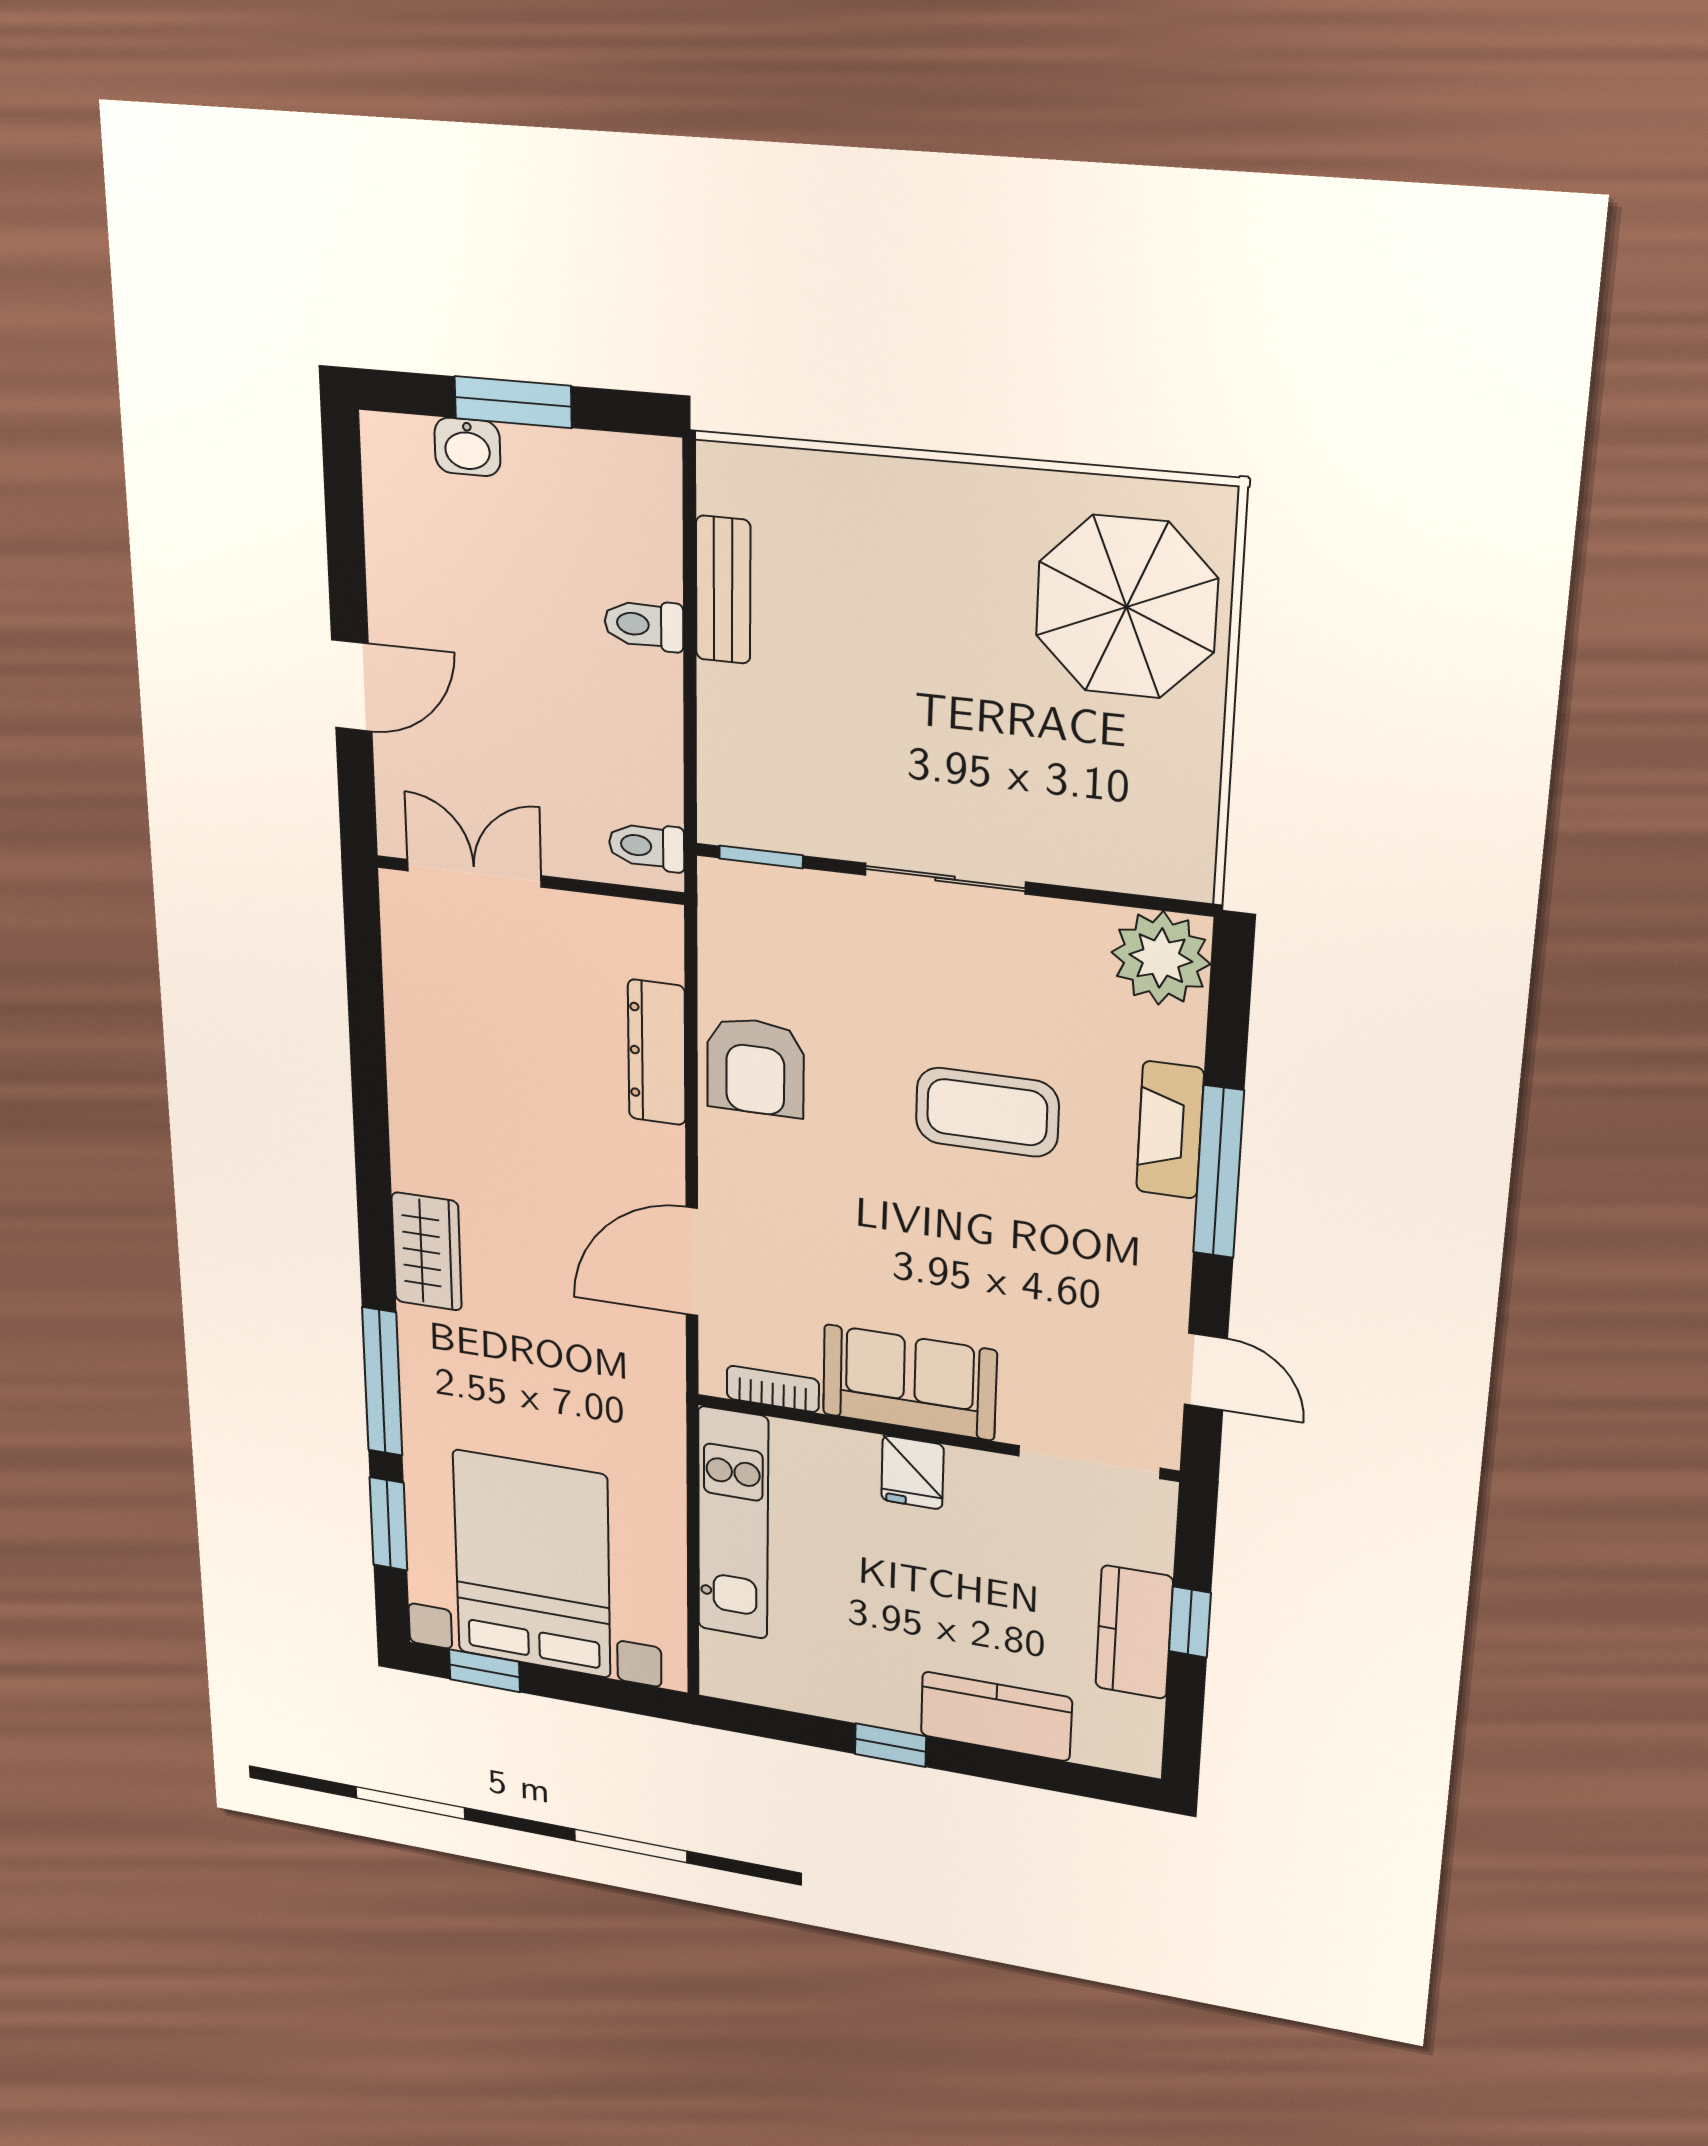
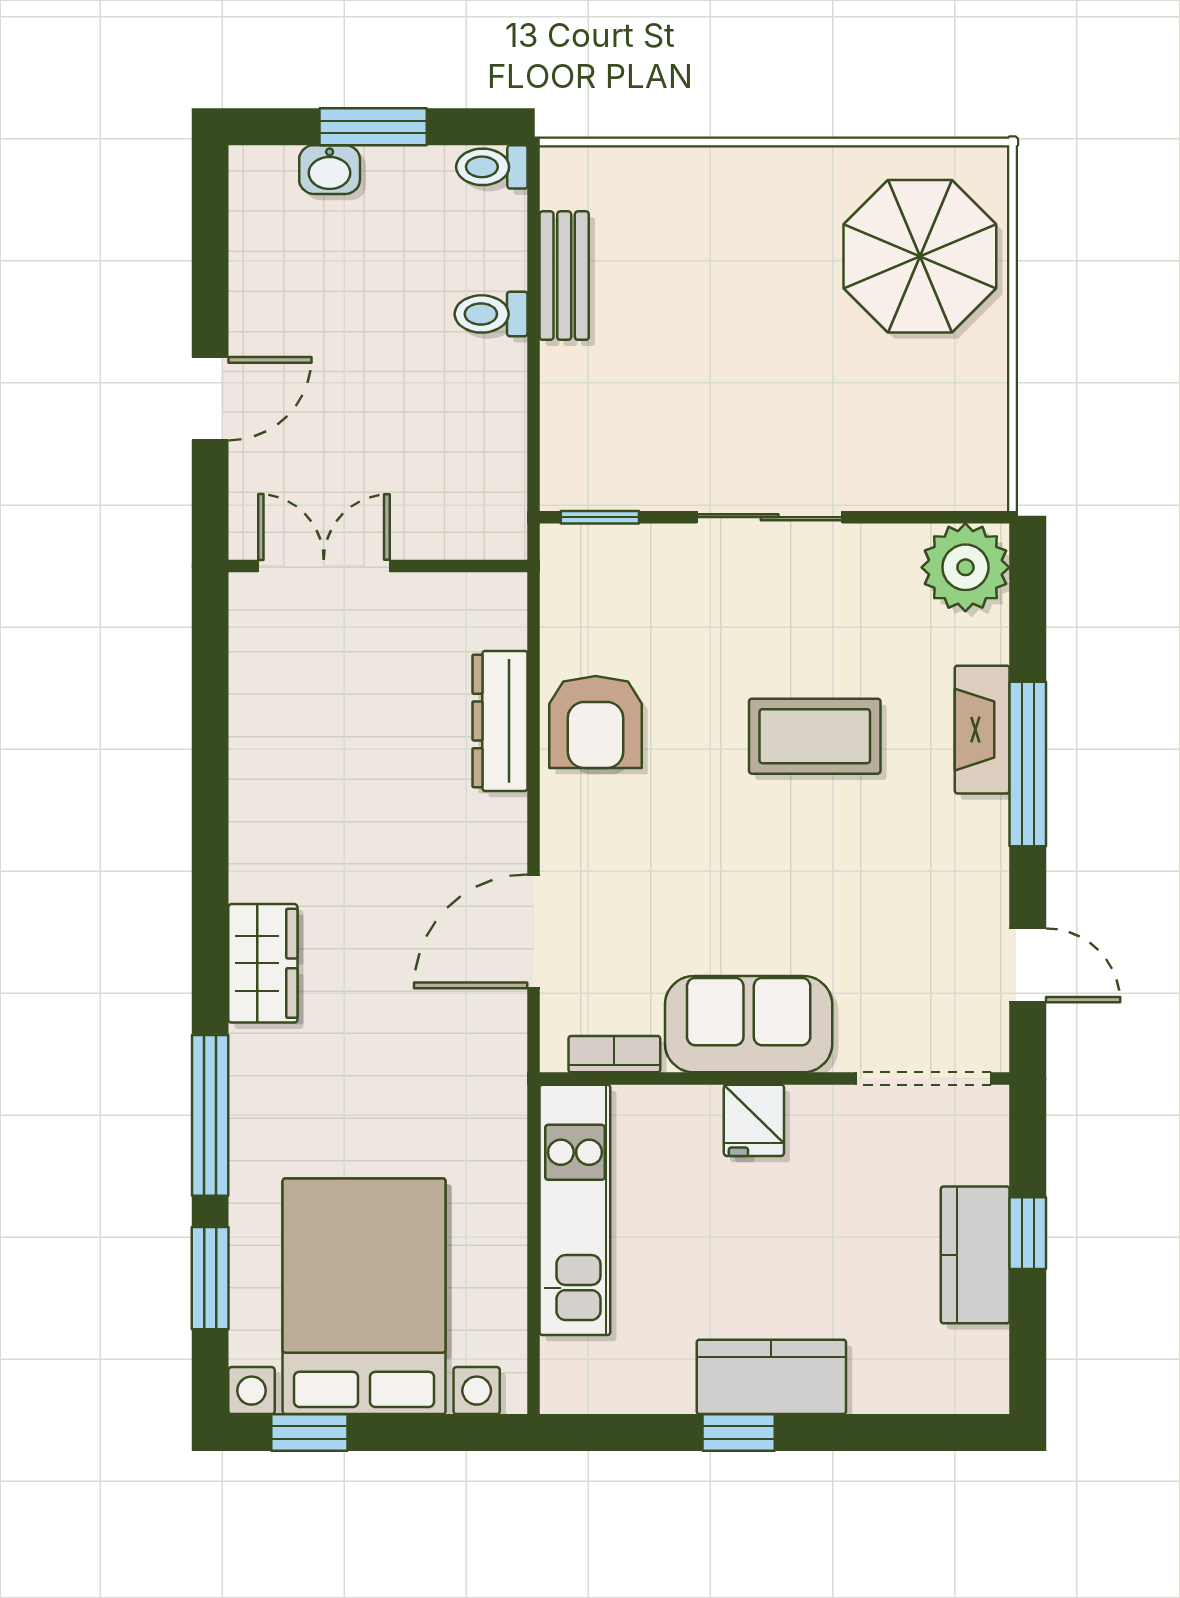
toilet: (647, 846) -> (492, 167), moved
kitchen counter: (996, 1716) -> (771, 1377), moved

